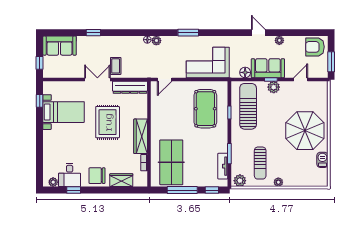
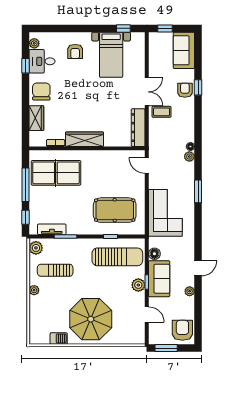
armchair: (96, 45) -> (185, 90), added
rug: (108, 122) -> (100, 103), removed
armchair: (61, 145) -> (75, 51), added

